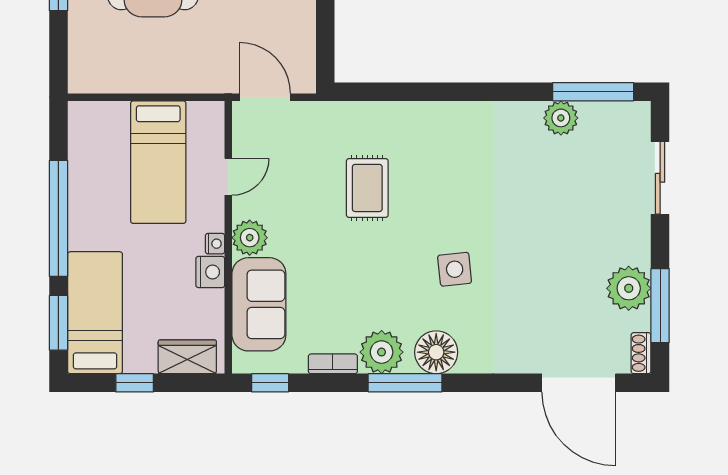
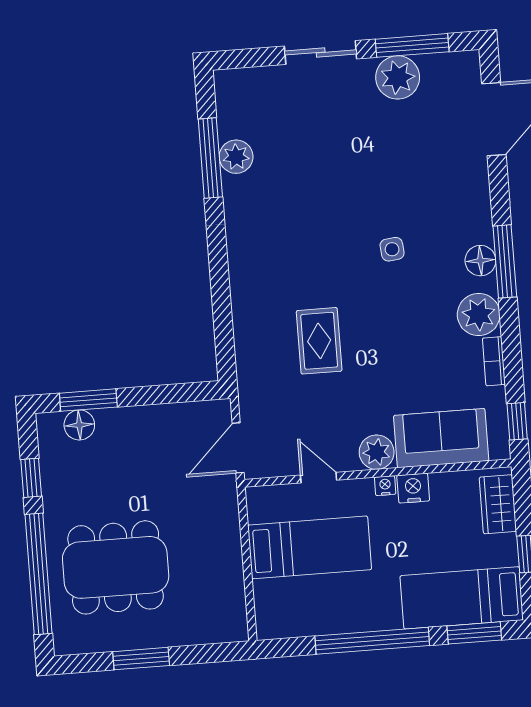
window: (593, 92) -> (210, 158), moved
sliding door: (660, 178) -> (321, 52), moved
rug: (367, 188) -> (319, 341), turned 90
side table: (455, 269) -> (392, 249), width x0.73, depth x0.73
floor lamp: (436, 352) -> (480, 261), width x0.73, depth x0.73
shoe rack: (641, 353) -> (460, 61), removed
window: (405, 383) -> (505, 261), moved

